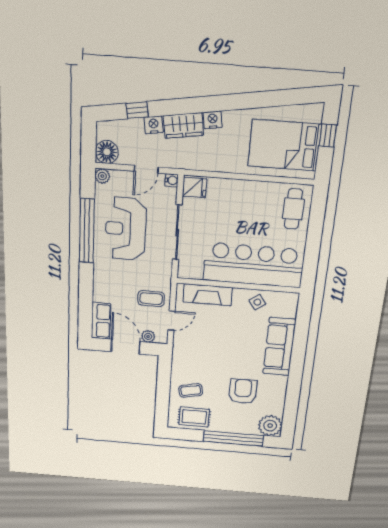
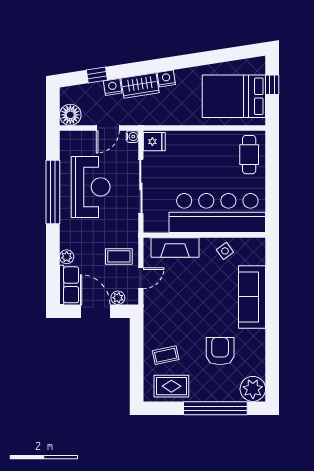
plant: (102, 176) -> (67, 257), moved
reception desk: (126, 229) -> (91, 187), turned 180

